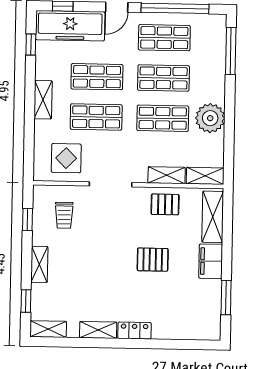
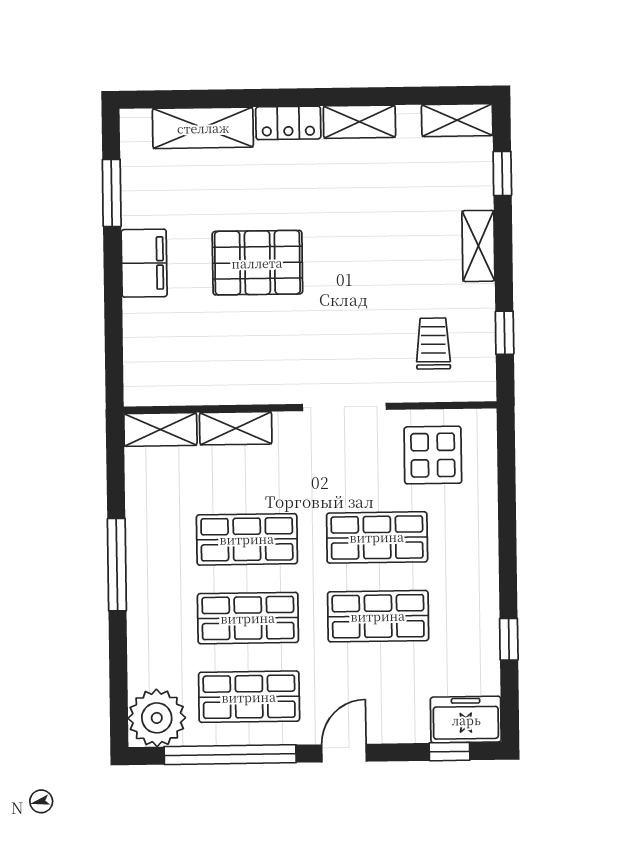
freezer: (70, 26) -> (466, 720), width x0.52, depth x0.79
window: (31, 45) -> (509, 639), moved
window: (231, 51) -> (117, 565), moved
shelving: (43, 100) -> (482, 568), removed
plant: (210, 118) -> (157, 718), moved
pallet: (165, 204) -> (237, 371), removed
shelving: (213, 217) -> (203, 128), moved, turned 90
pallet: (153, 260) -> (257, 263), width x1.50, depth x1.42

